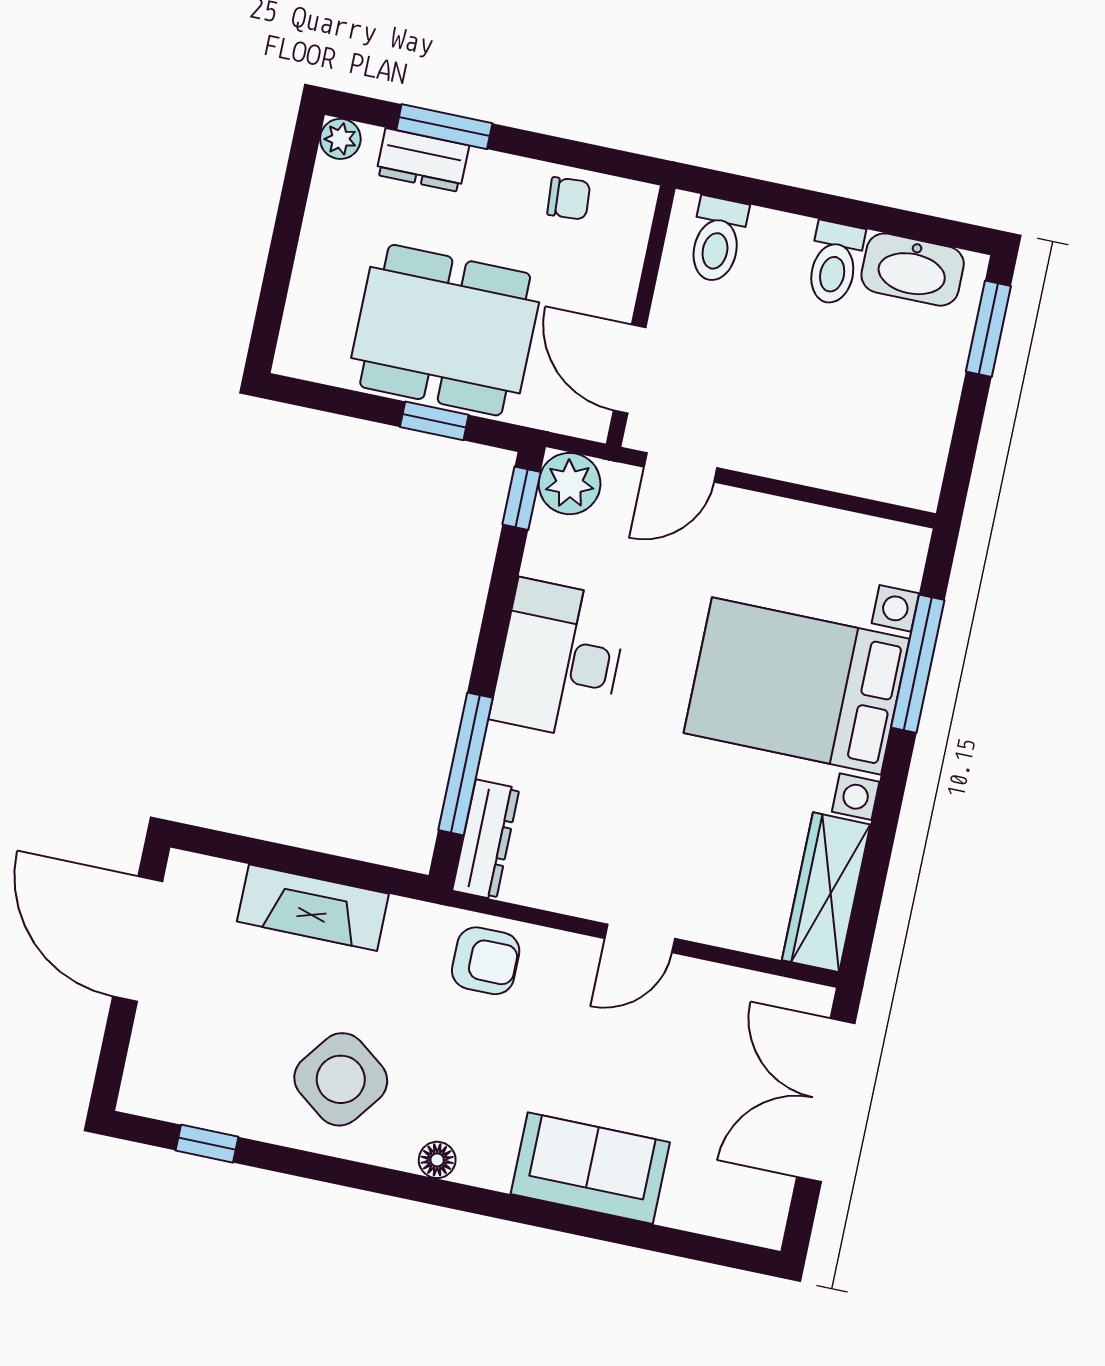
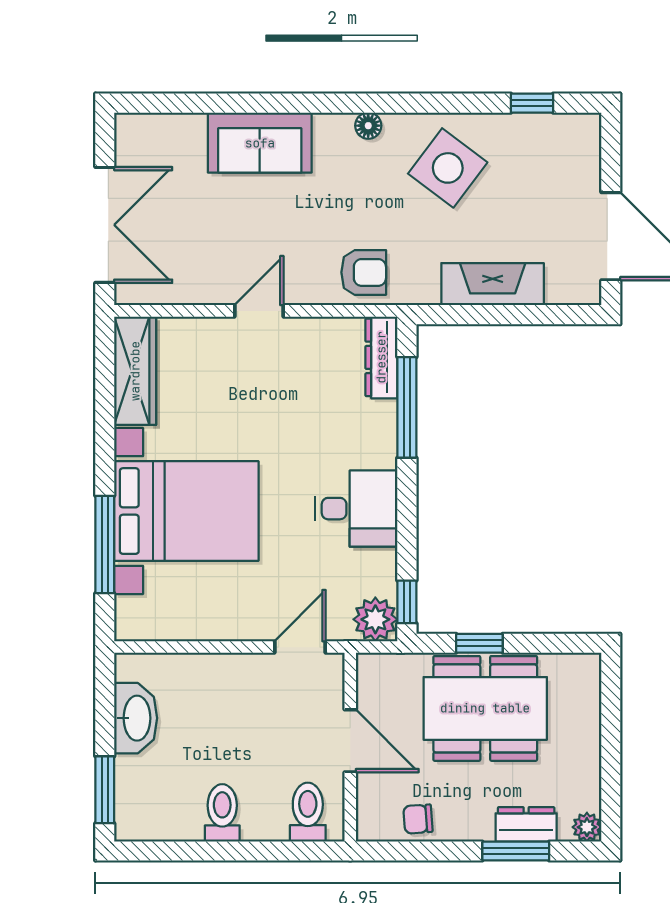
washbasin: (913, 270) -> (136, 718), moved, turned 90
door: (630, 369) -> (350, 741), moved
desk: (560, 660) -> (356, 509), width x0.73
armchair: (486, 961) -> (364, 272), turned 180

